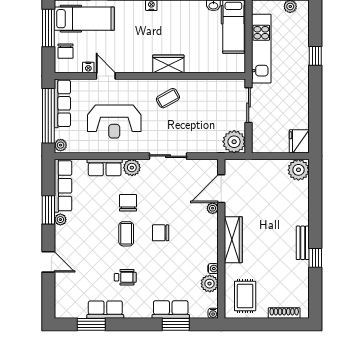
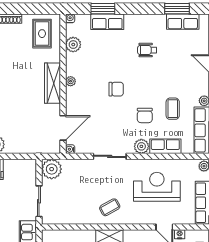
plant: (213, 208) -> (71, 81), moved
coffee table: (126, 234) -> (173, 109), moved
water cooler: (213, 269) -> (70, 149), moved
row of seats: (105, 310) -> (183, 22), moved

